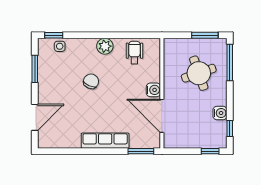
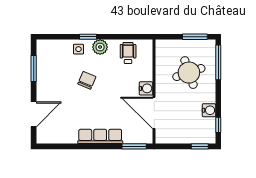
window: (54, 35) -> (88, 37), moved
side table: (60, 46) -> (78, 49), moved

